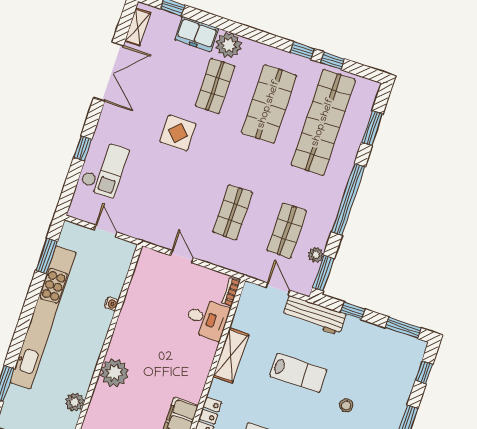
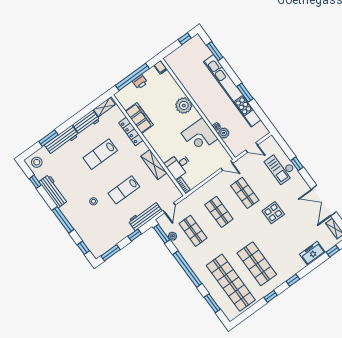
plant: (228, 45) -> (297, 264), removed
window: (332, 61) -> (293, 280), moved
shop shelf: (215, 86) -> (245, 193), moved
window: (47, 256) -> (245, 93), moved
door: (182, 257) -> (227, 166), moved
door: (278, 289) -> (169, 208), hinge flipped
corner desk: (142, 319) -> (199, 136), added
plant: (75, 402) -> (224, 133), moved

